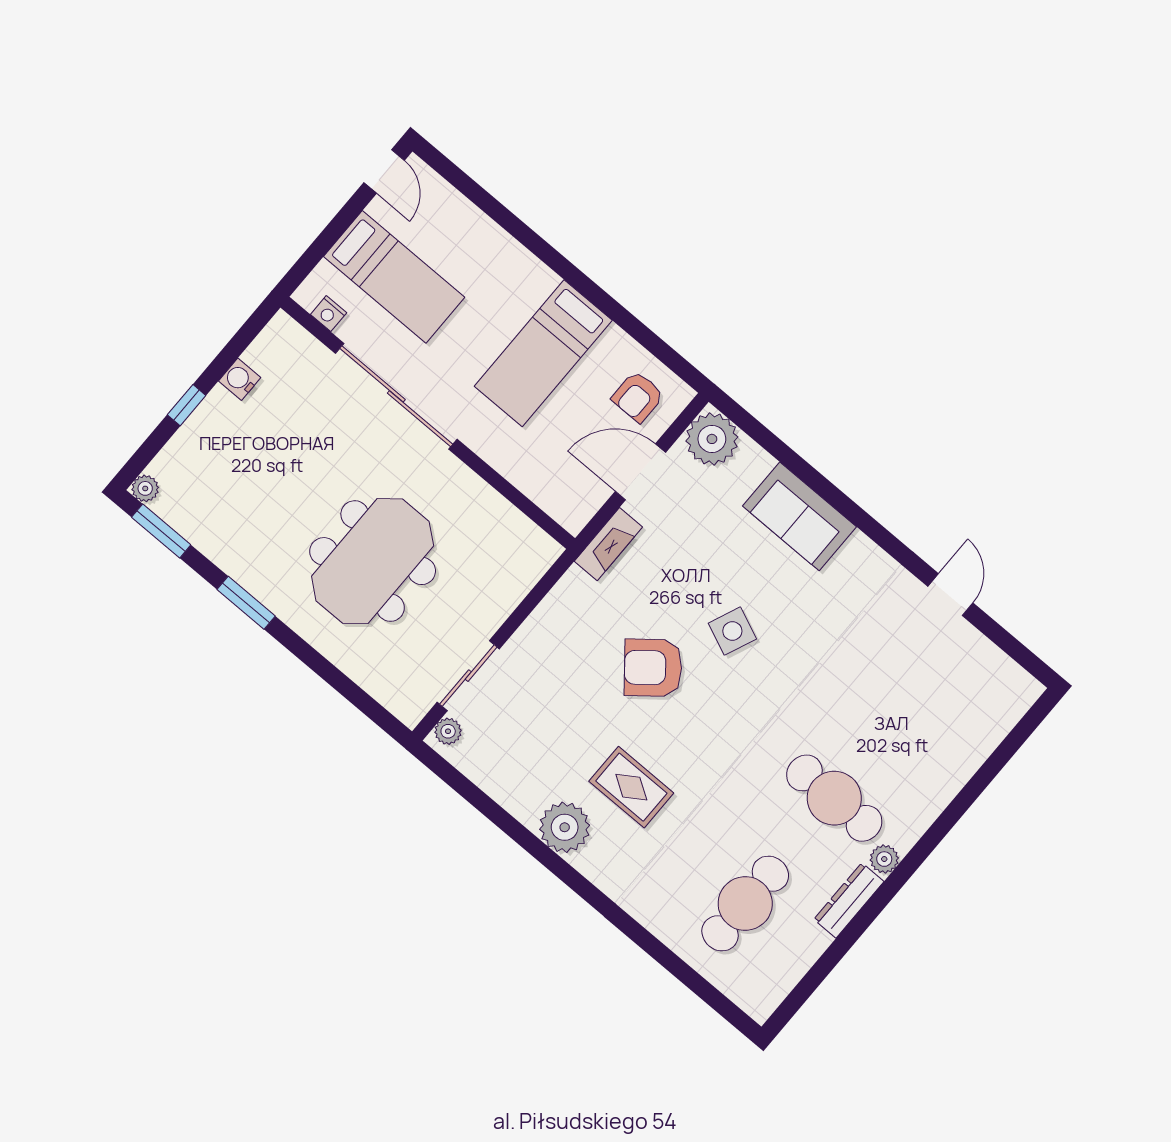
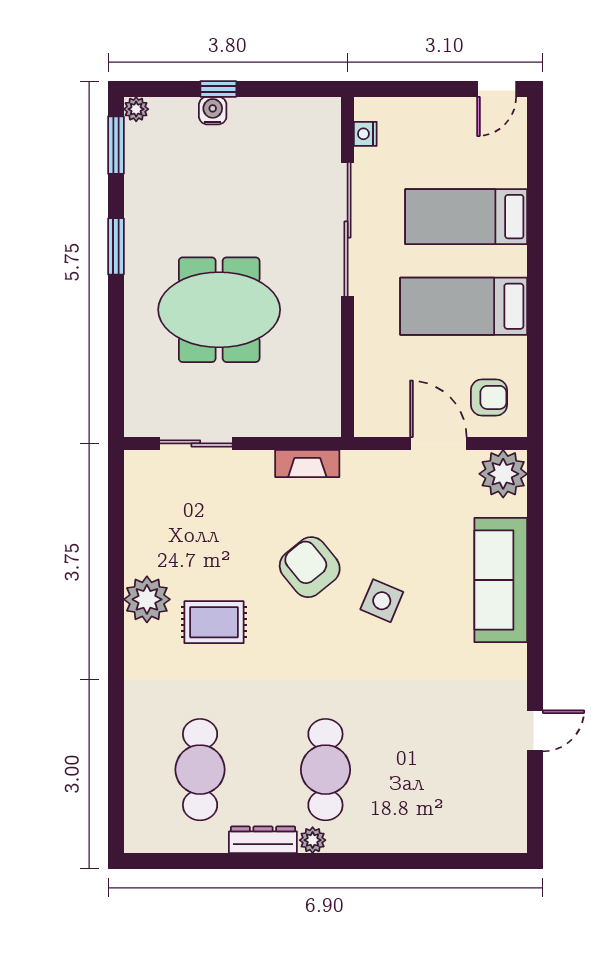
bed: (394, 277) -> (466, 217), moved, turned 90
water cooler: (240, 379) -> (213, 111), moved
armchair: (638, 397) -> (489, 397), turned 180
sofa: (799, 516) -> (501, 580), width x1.36
fireplace: (608, 544) -> (307, 463), moved
plant: (448, 731) -> (145, 462), removed
rug: (631, 787) -> (214, 622), turned 90
cafe table: (745, 904) -> (200, 770), turned 90

